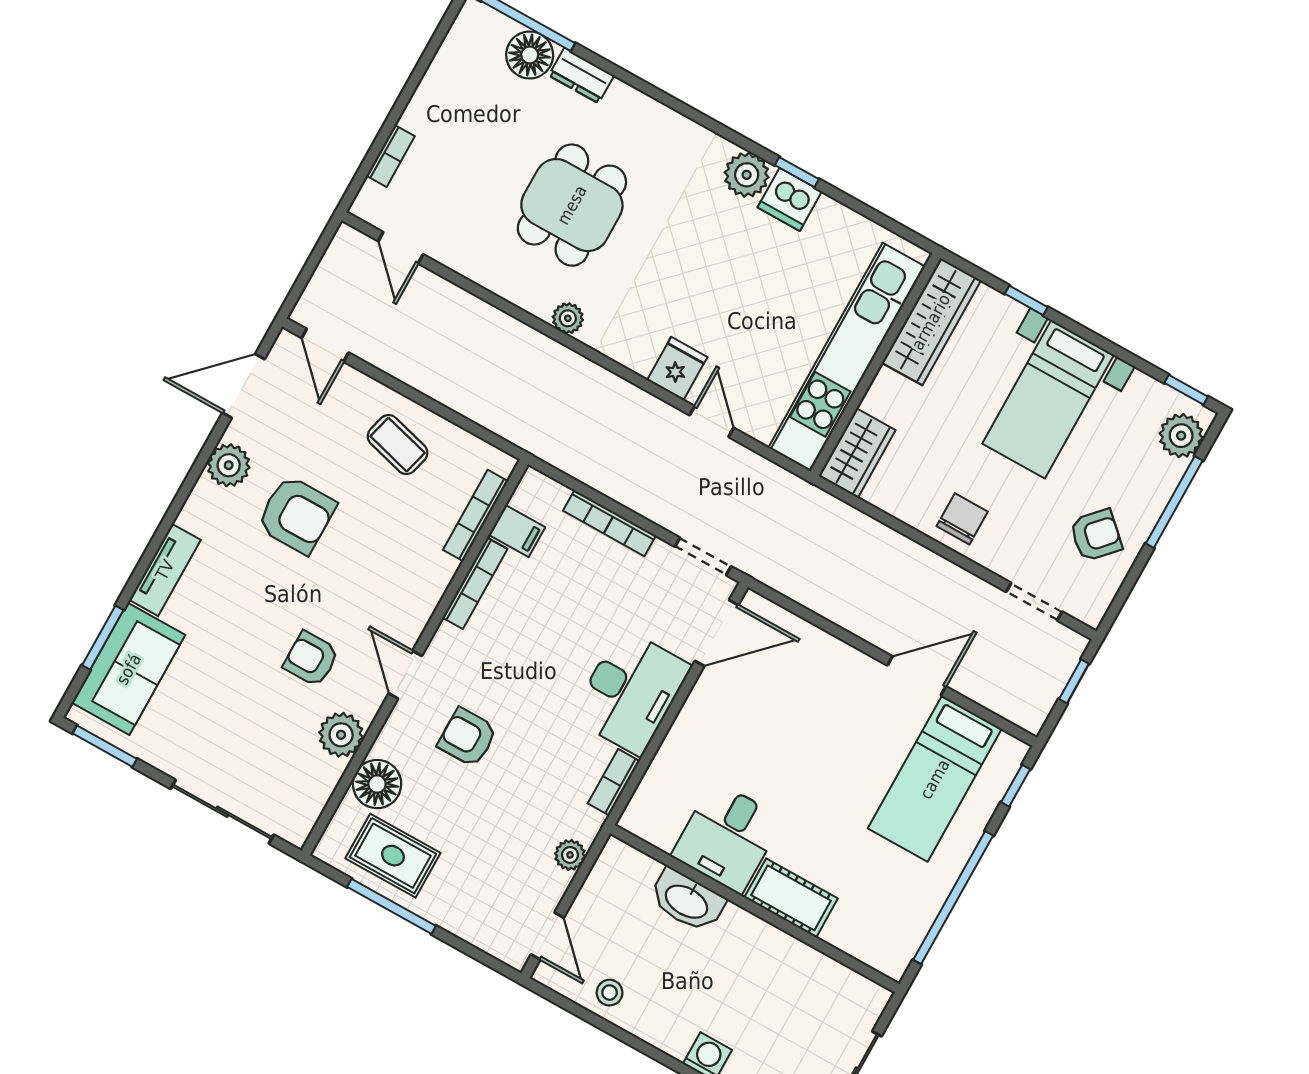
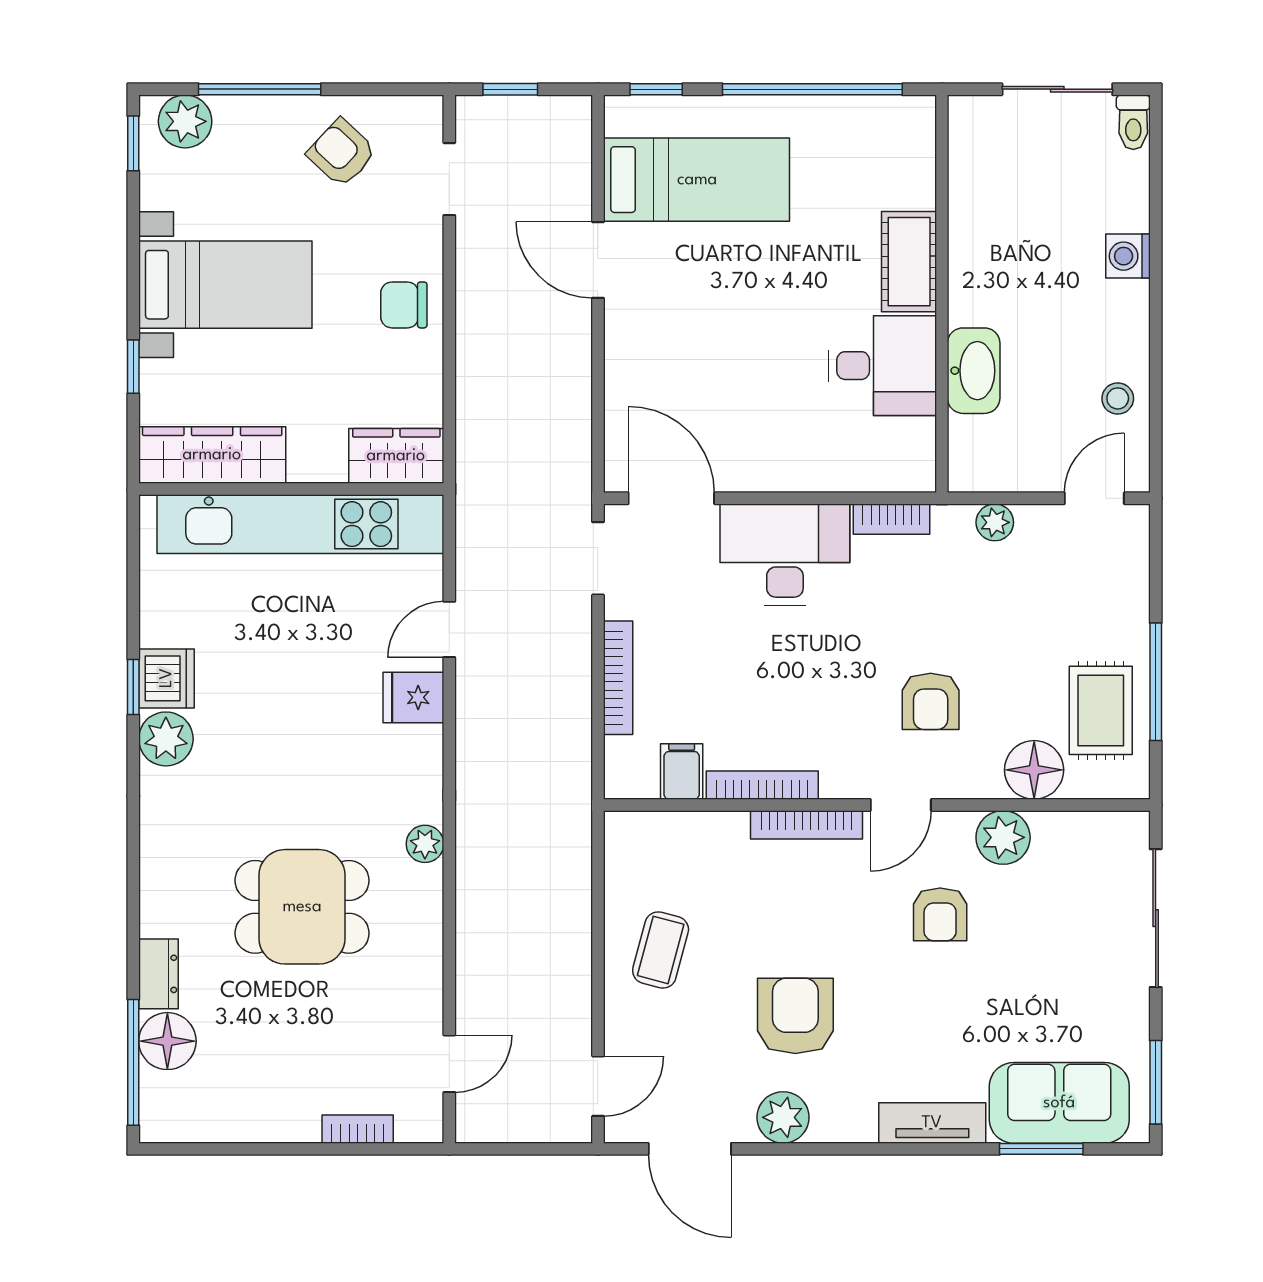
bookcase: (475, 515) -> (807, 825), moved

